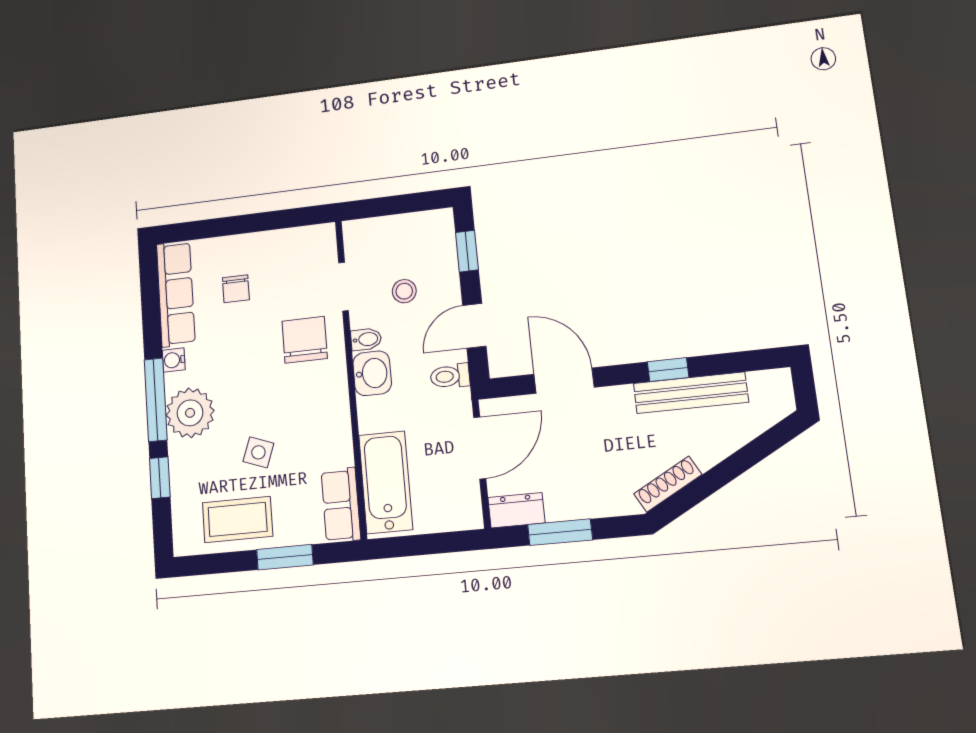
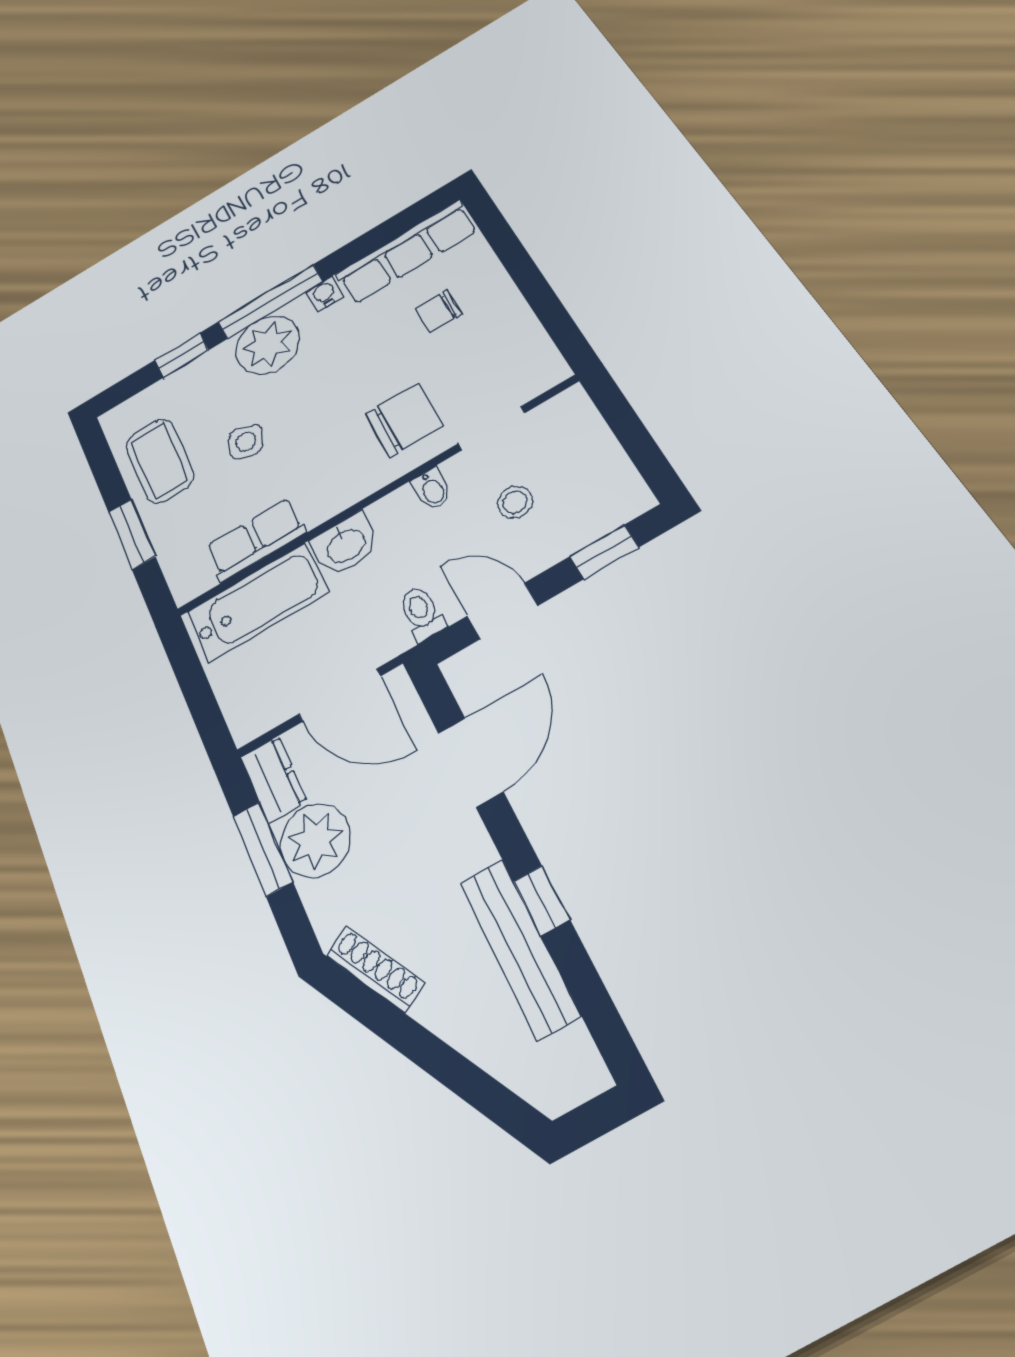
washbasin: (372, 373) -> (345, 545), moved
plant: (570, 495) -> (315, 840), added
row of seats: (341, 505) -> (255, 540), moved

